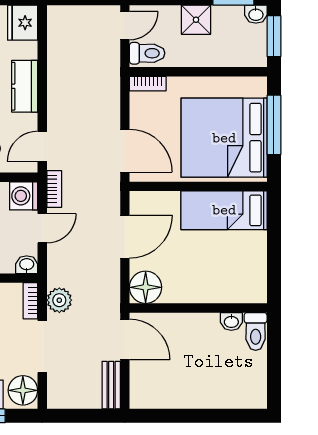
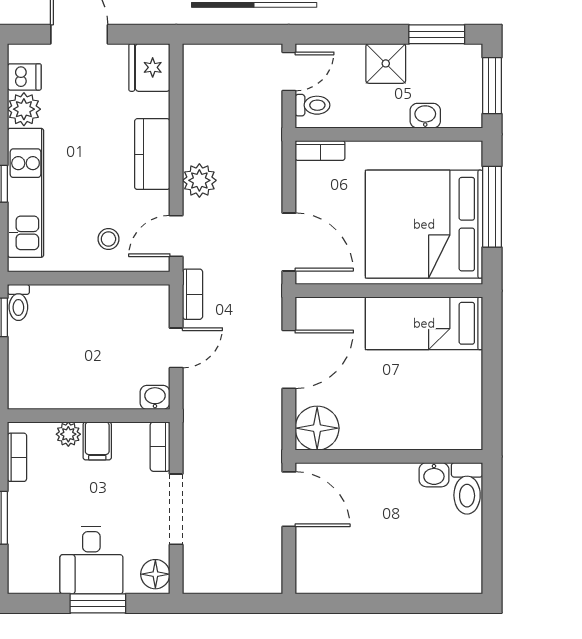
washbasin: (256, 14) -> (425, 116), moved, turned 180
toilet: (147, 53) -> (312, 105), width x0.73, depth x0.72
washing machine: (24, 196) -> (151, 304), removed
plant: (59, 300) -> (199, 180), moved
bench: (111, 385) -> (270, 562), removed
floor lamp: (23, 390) -> (155, 574), width x0.73, depth x0.73

